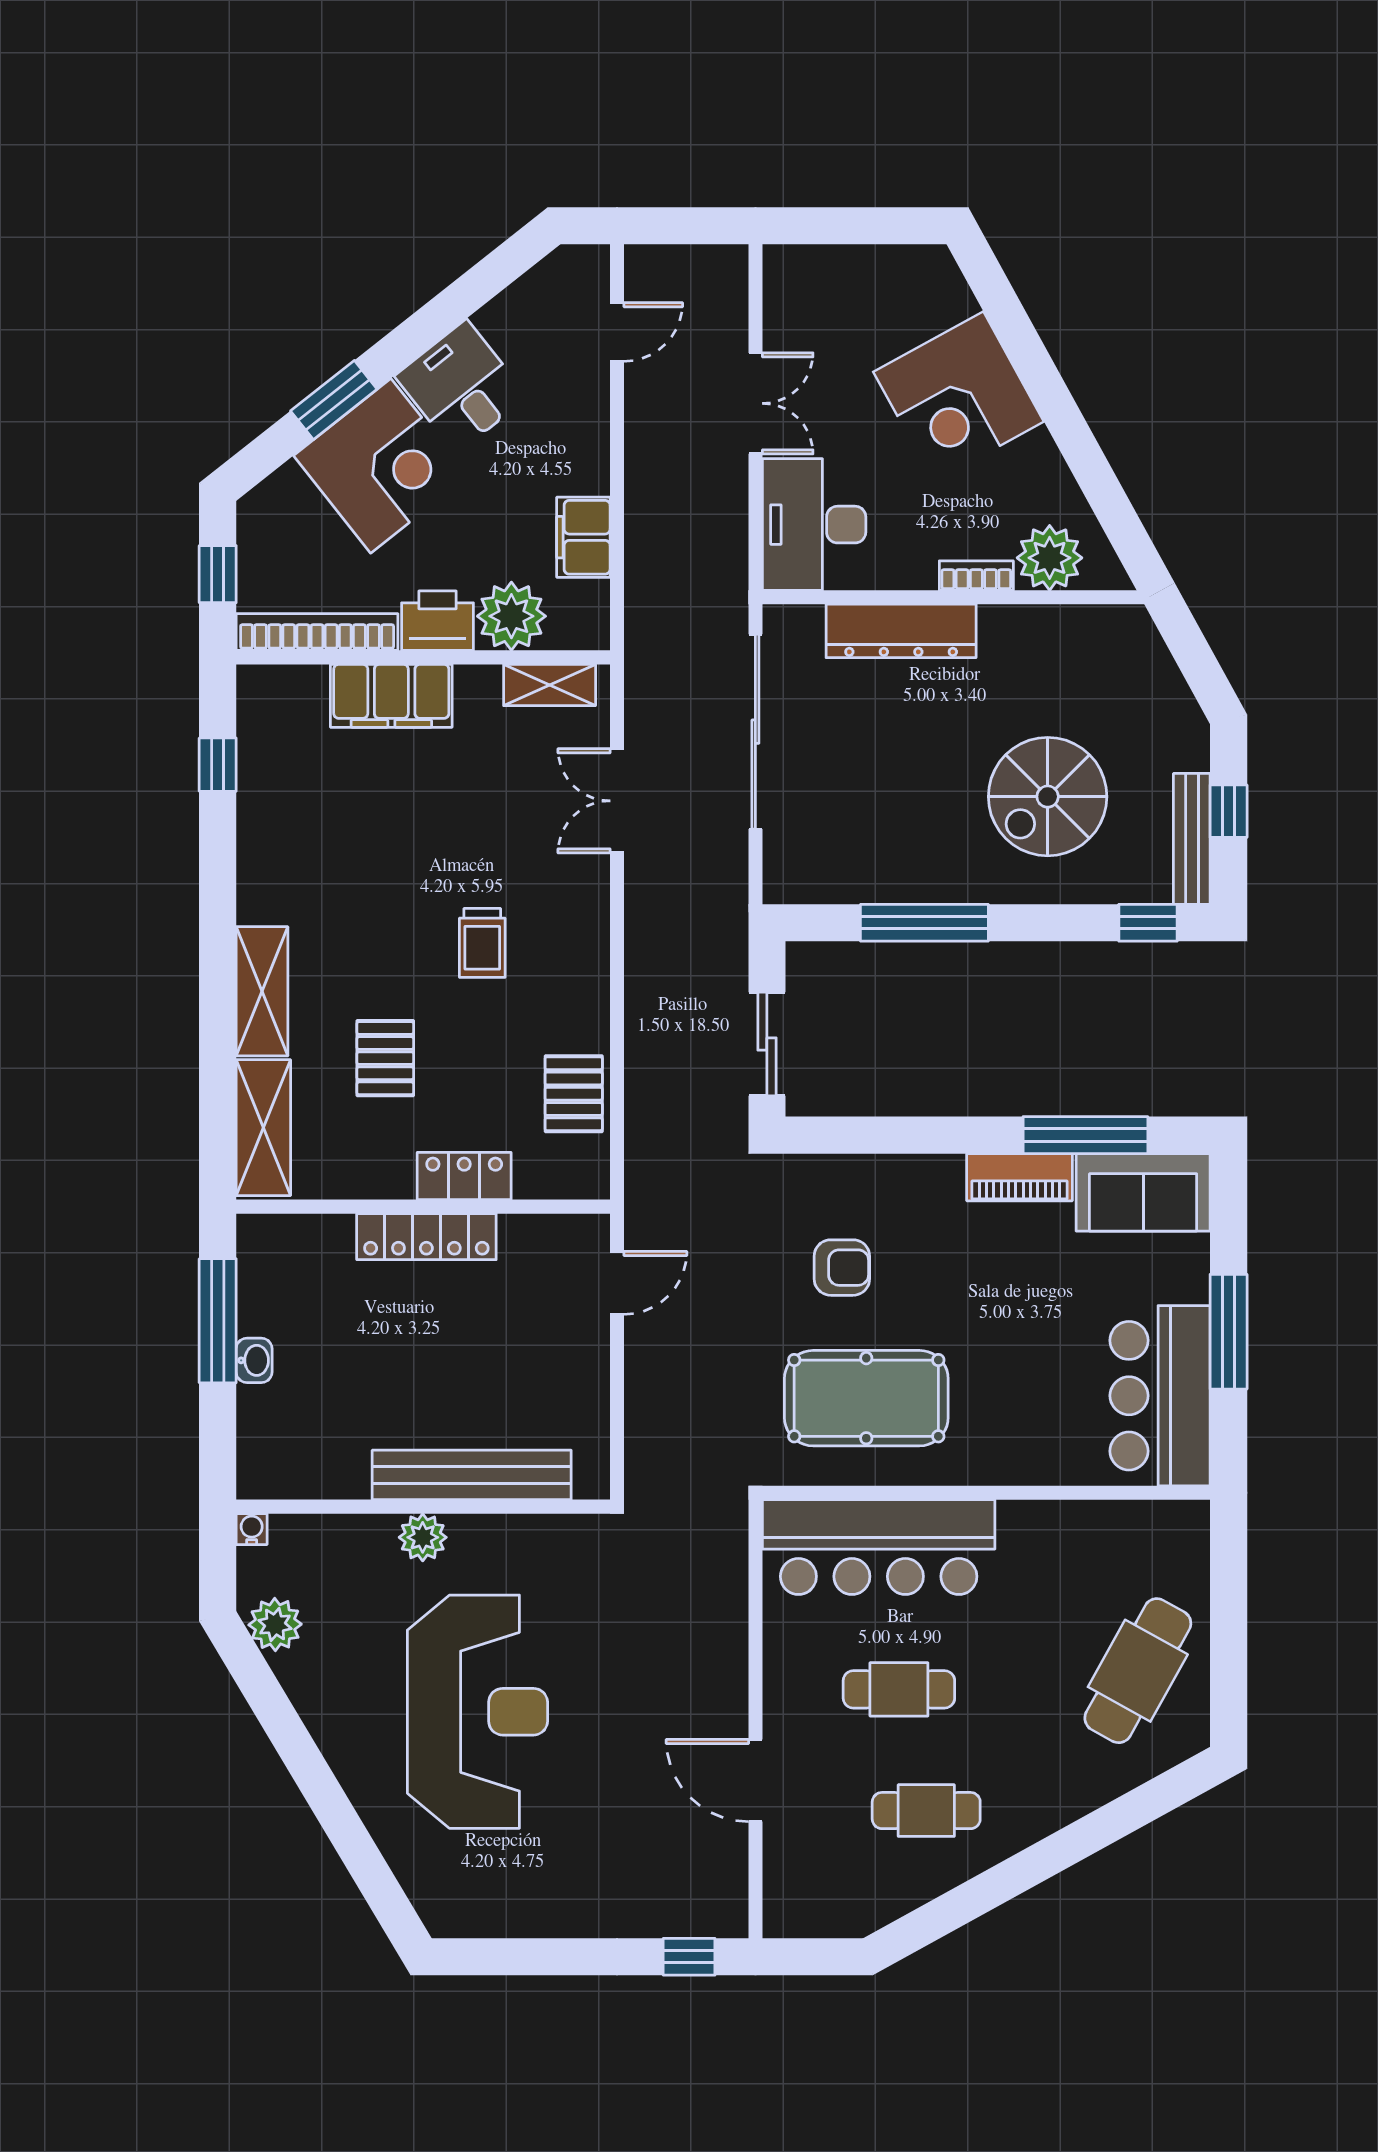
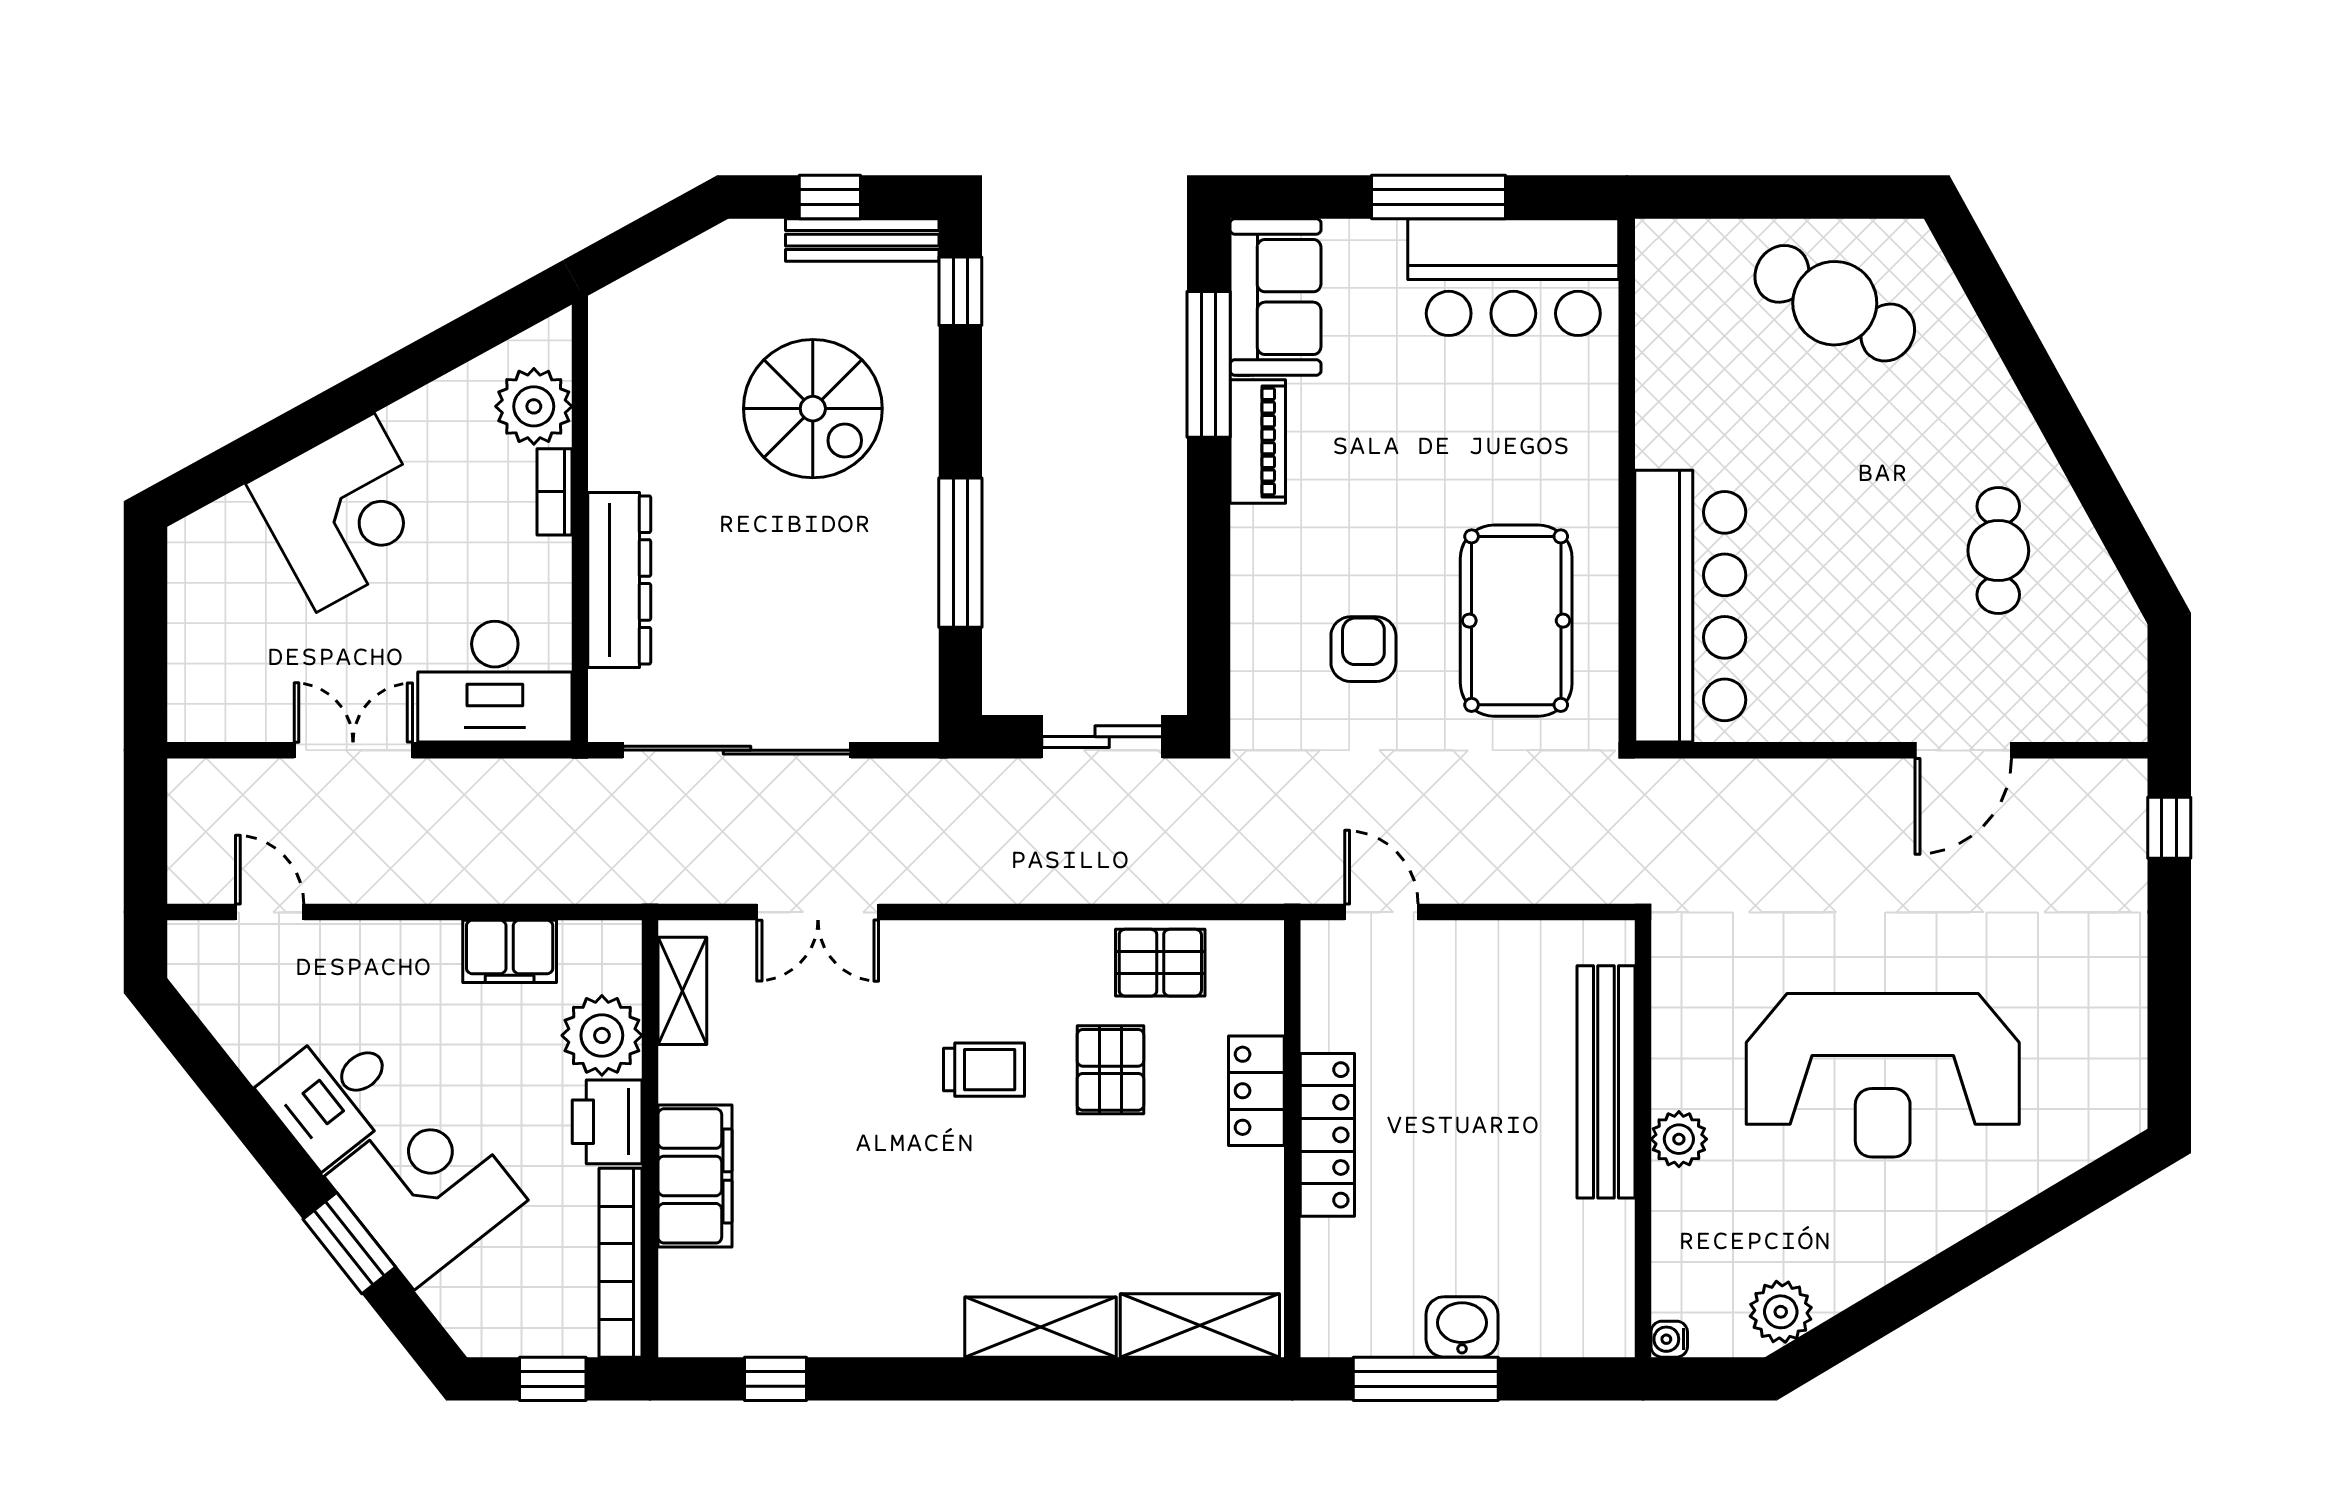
pallet: (385, 1058) -> (1110, 1070), moved, turned 90
washbasin: (254, 1360) -> (1462, 1327), width x1.38, depth x1.45
cafe table: (899, 1689) -> (1857, 582), removed
reception desk: (477, 1712) -> (1883, 1075), turned 180

